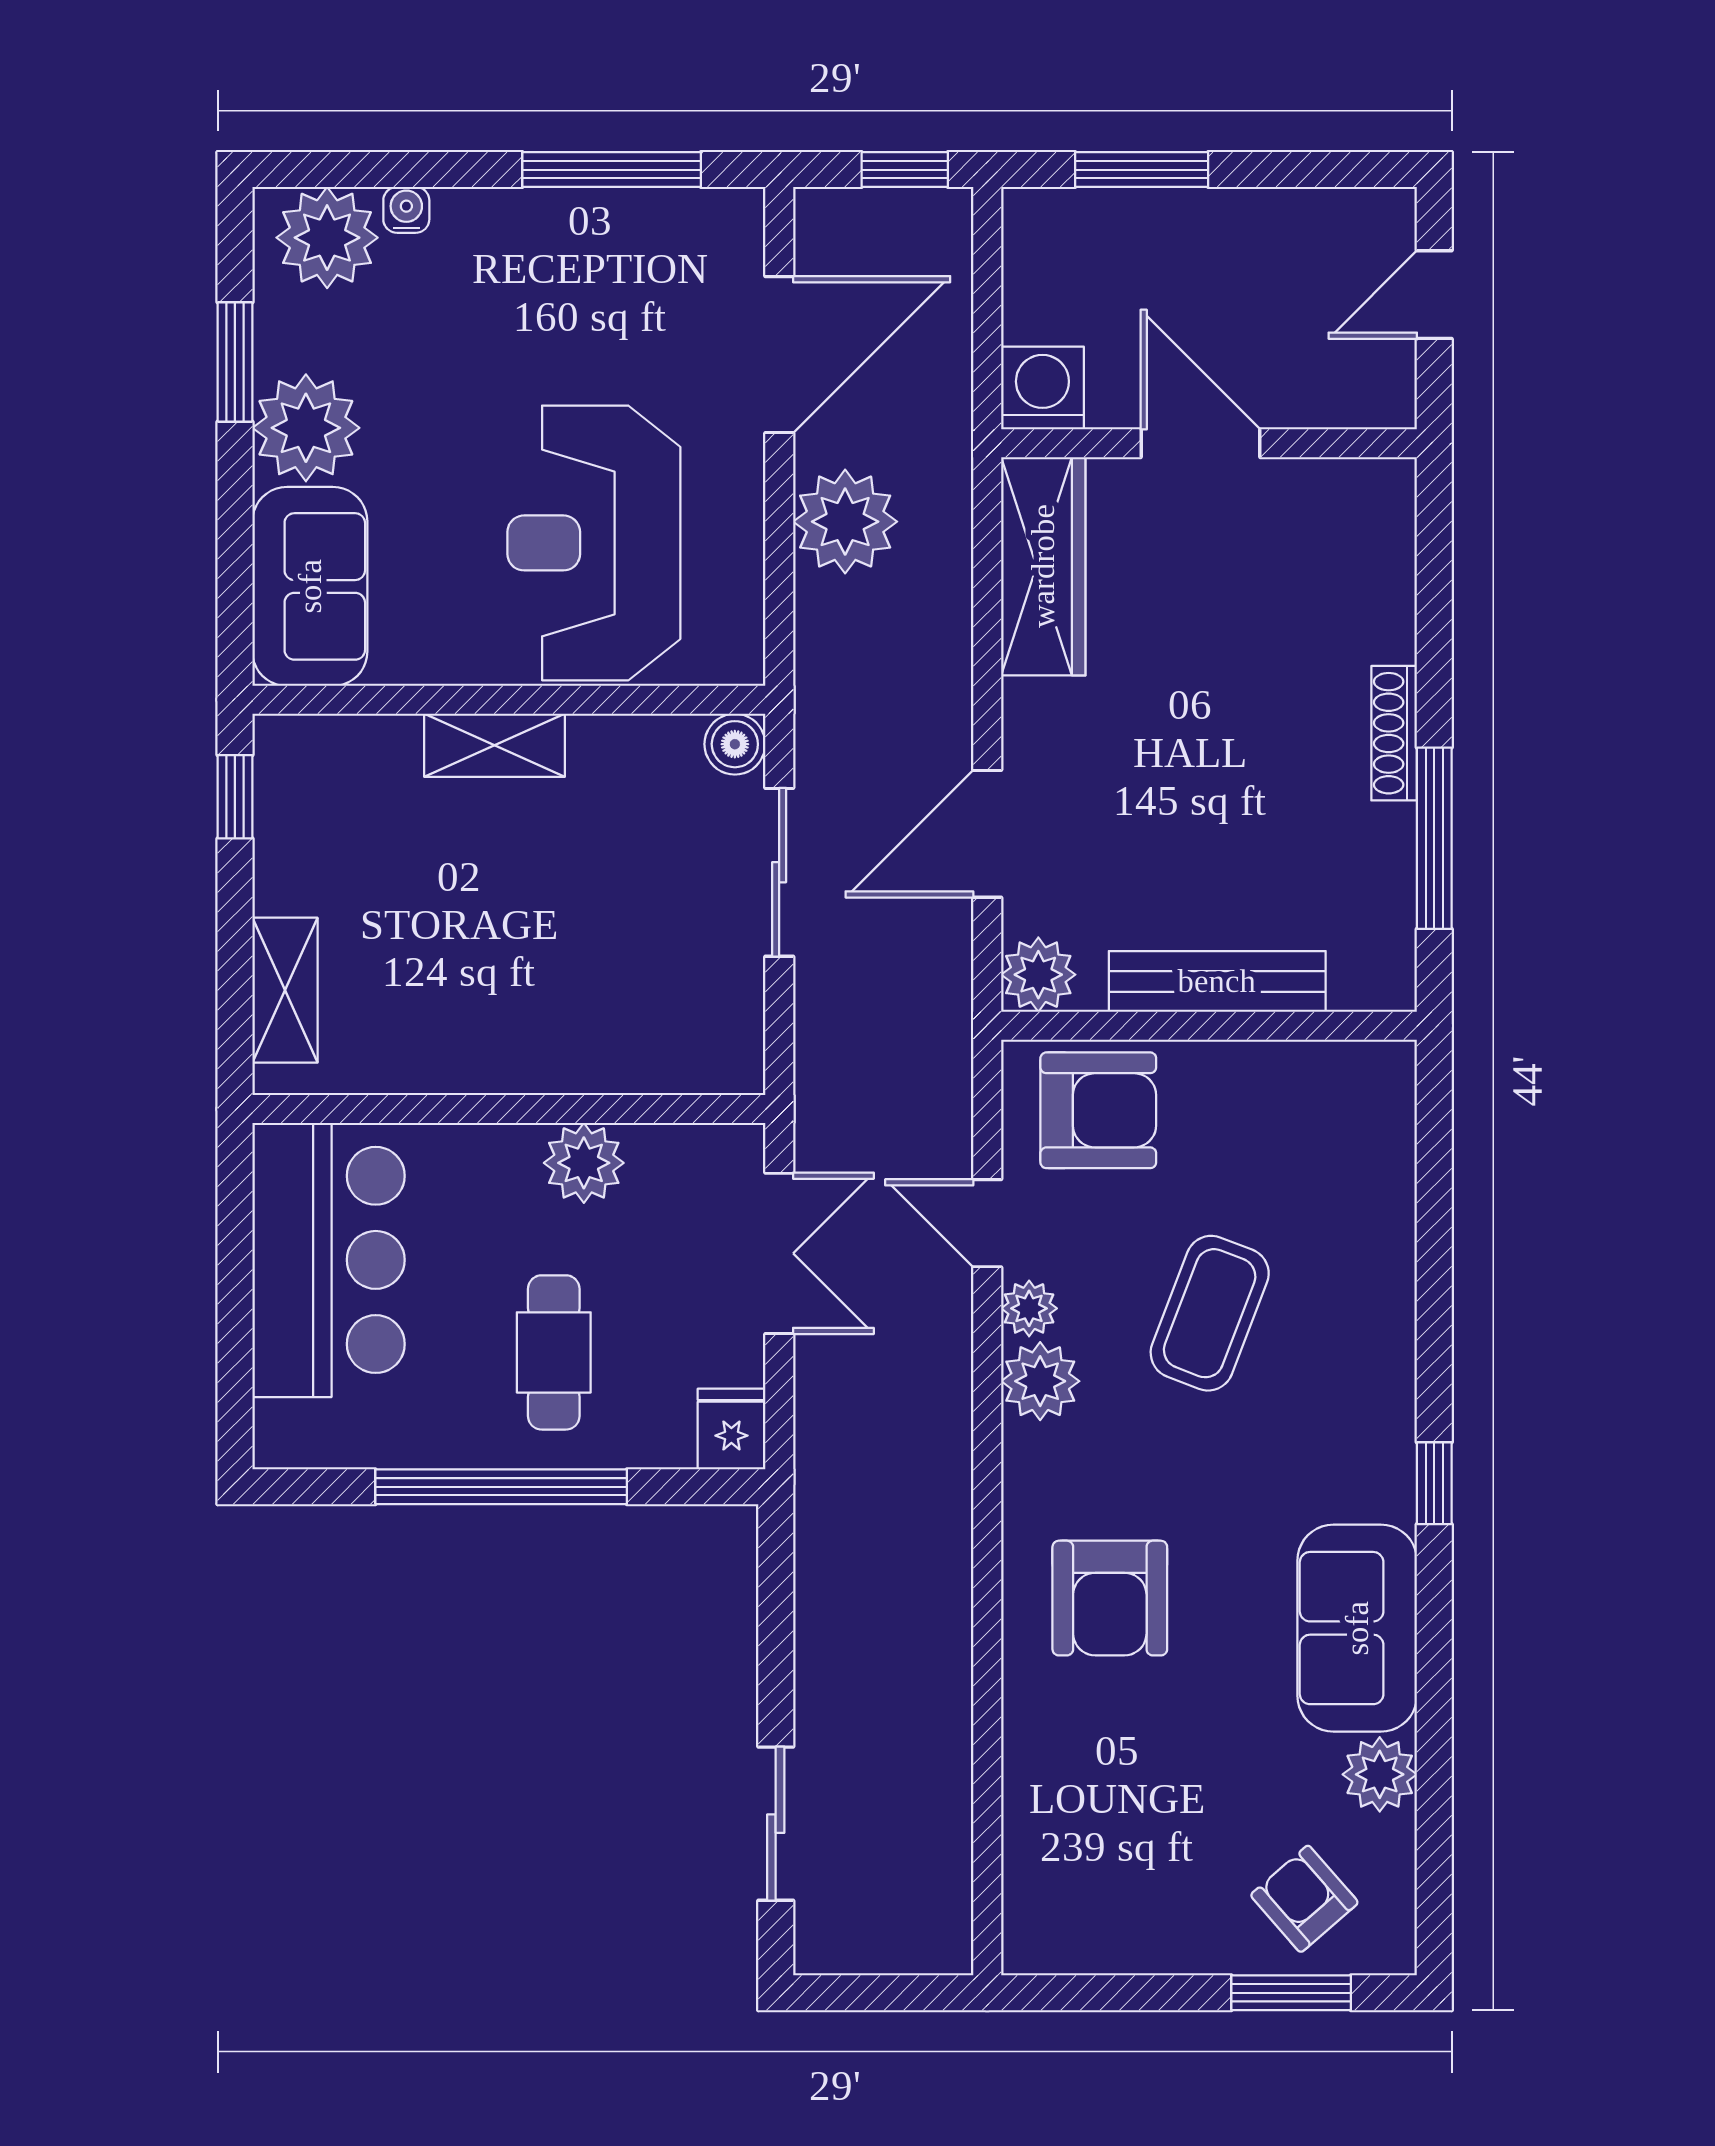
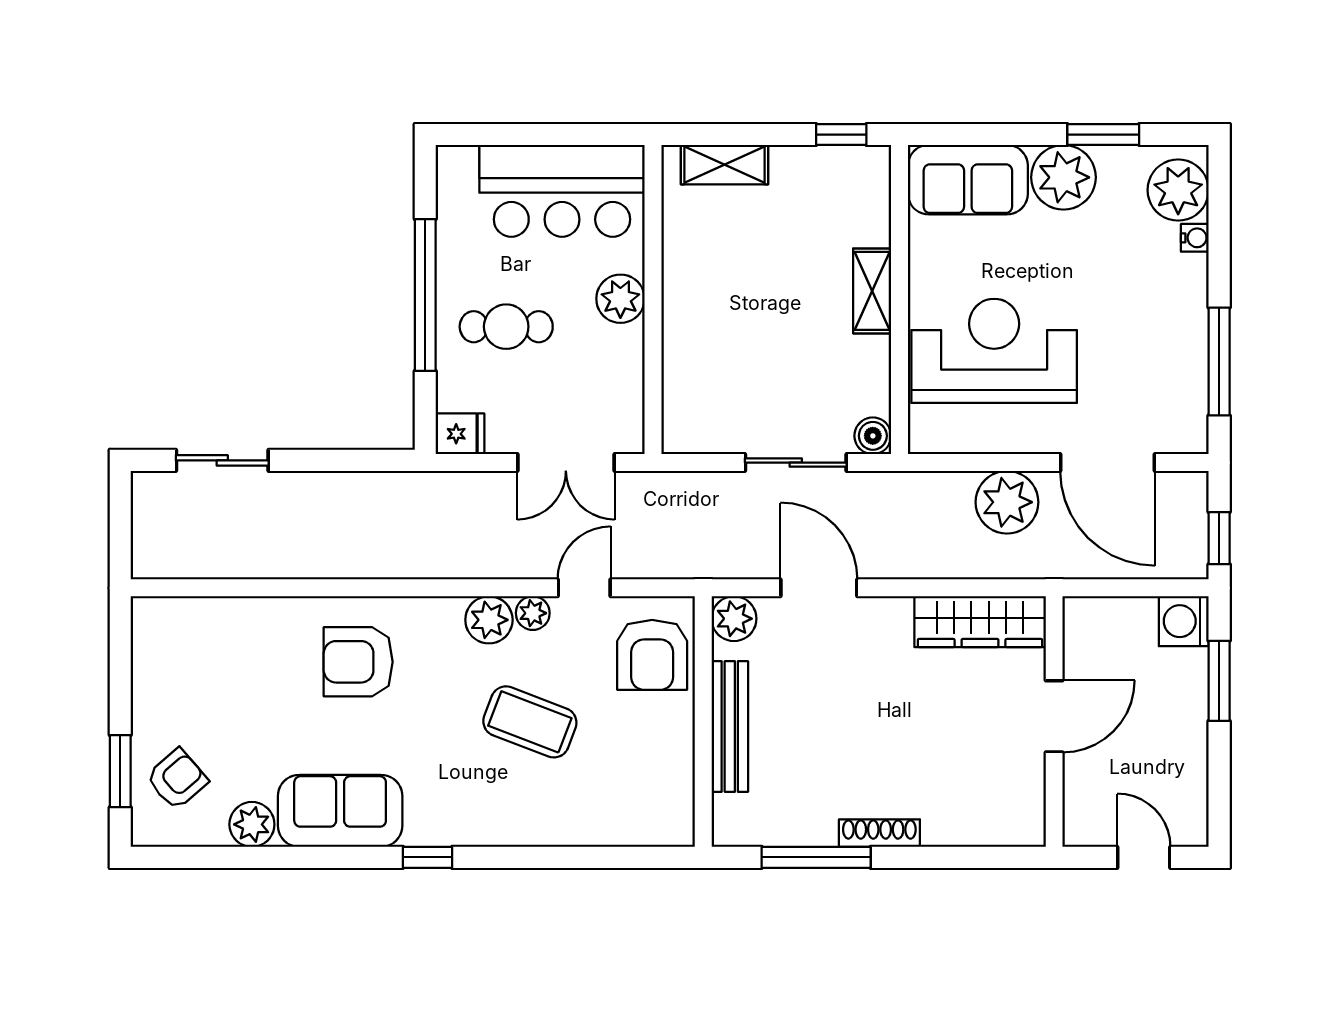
washing machine: (1042, 388) -> (1184, 621), moved, turned 180
plant: (584, 1163) -> (620, 299), moved

